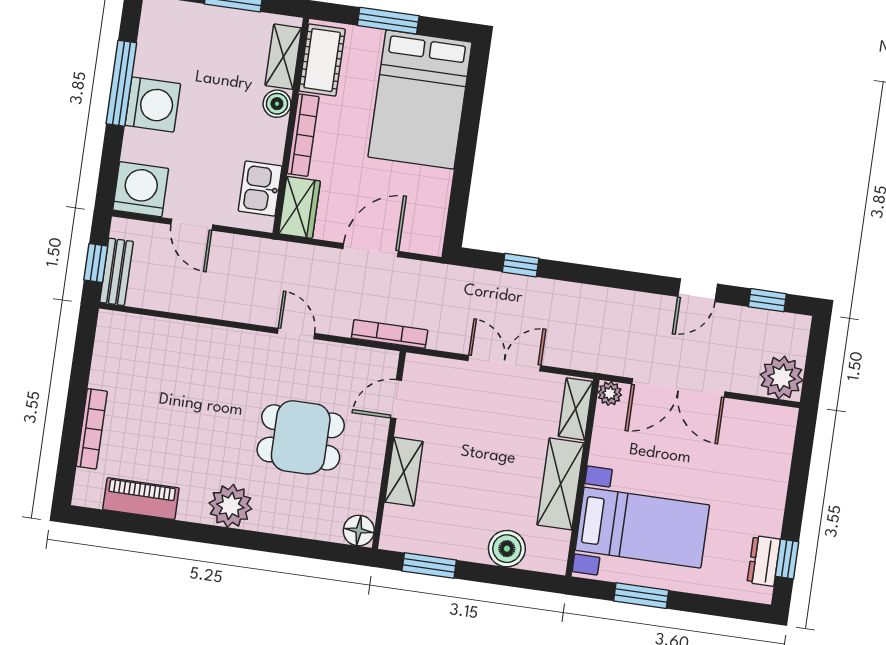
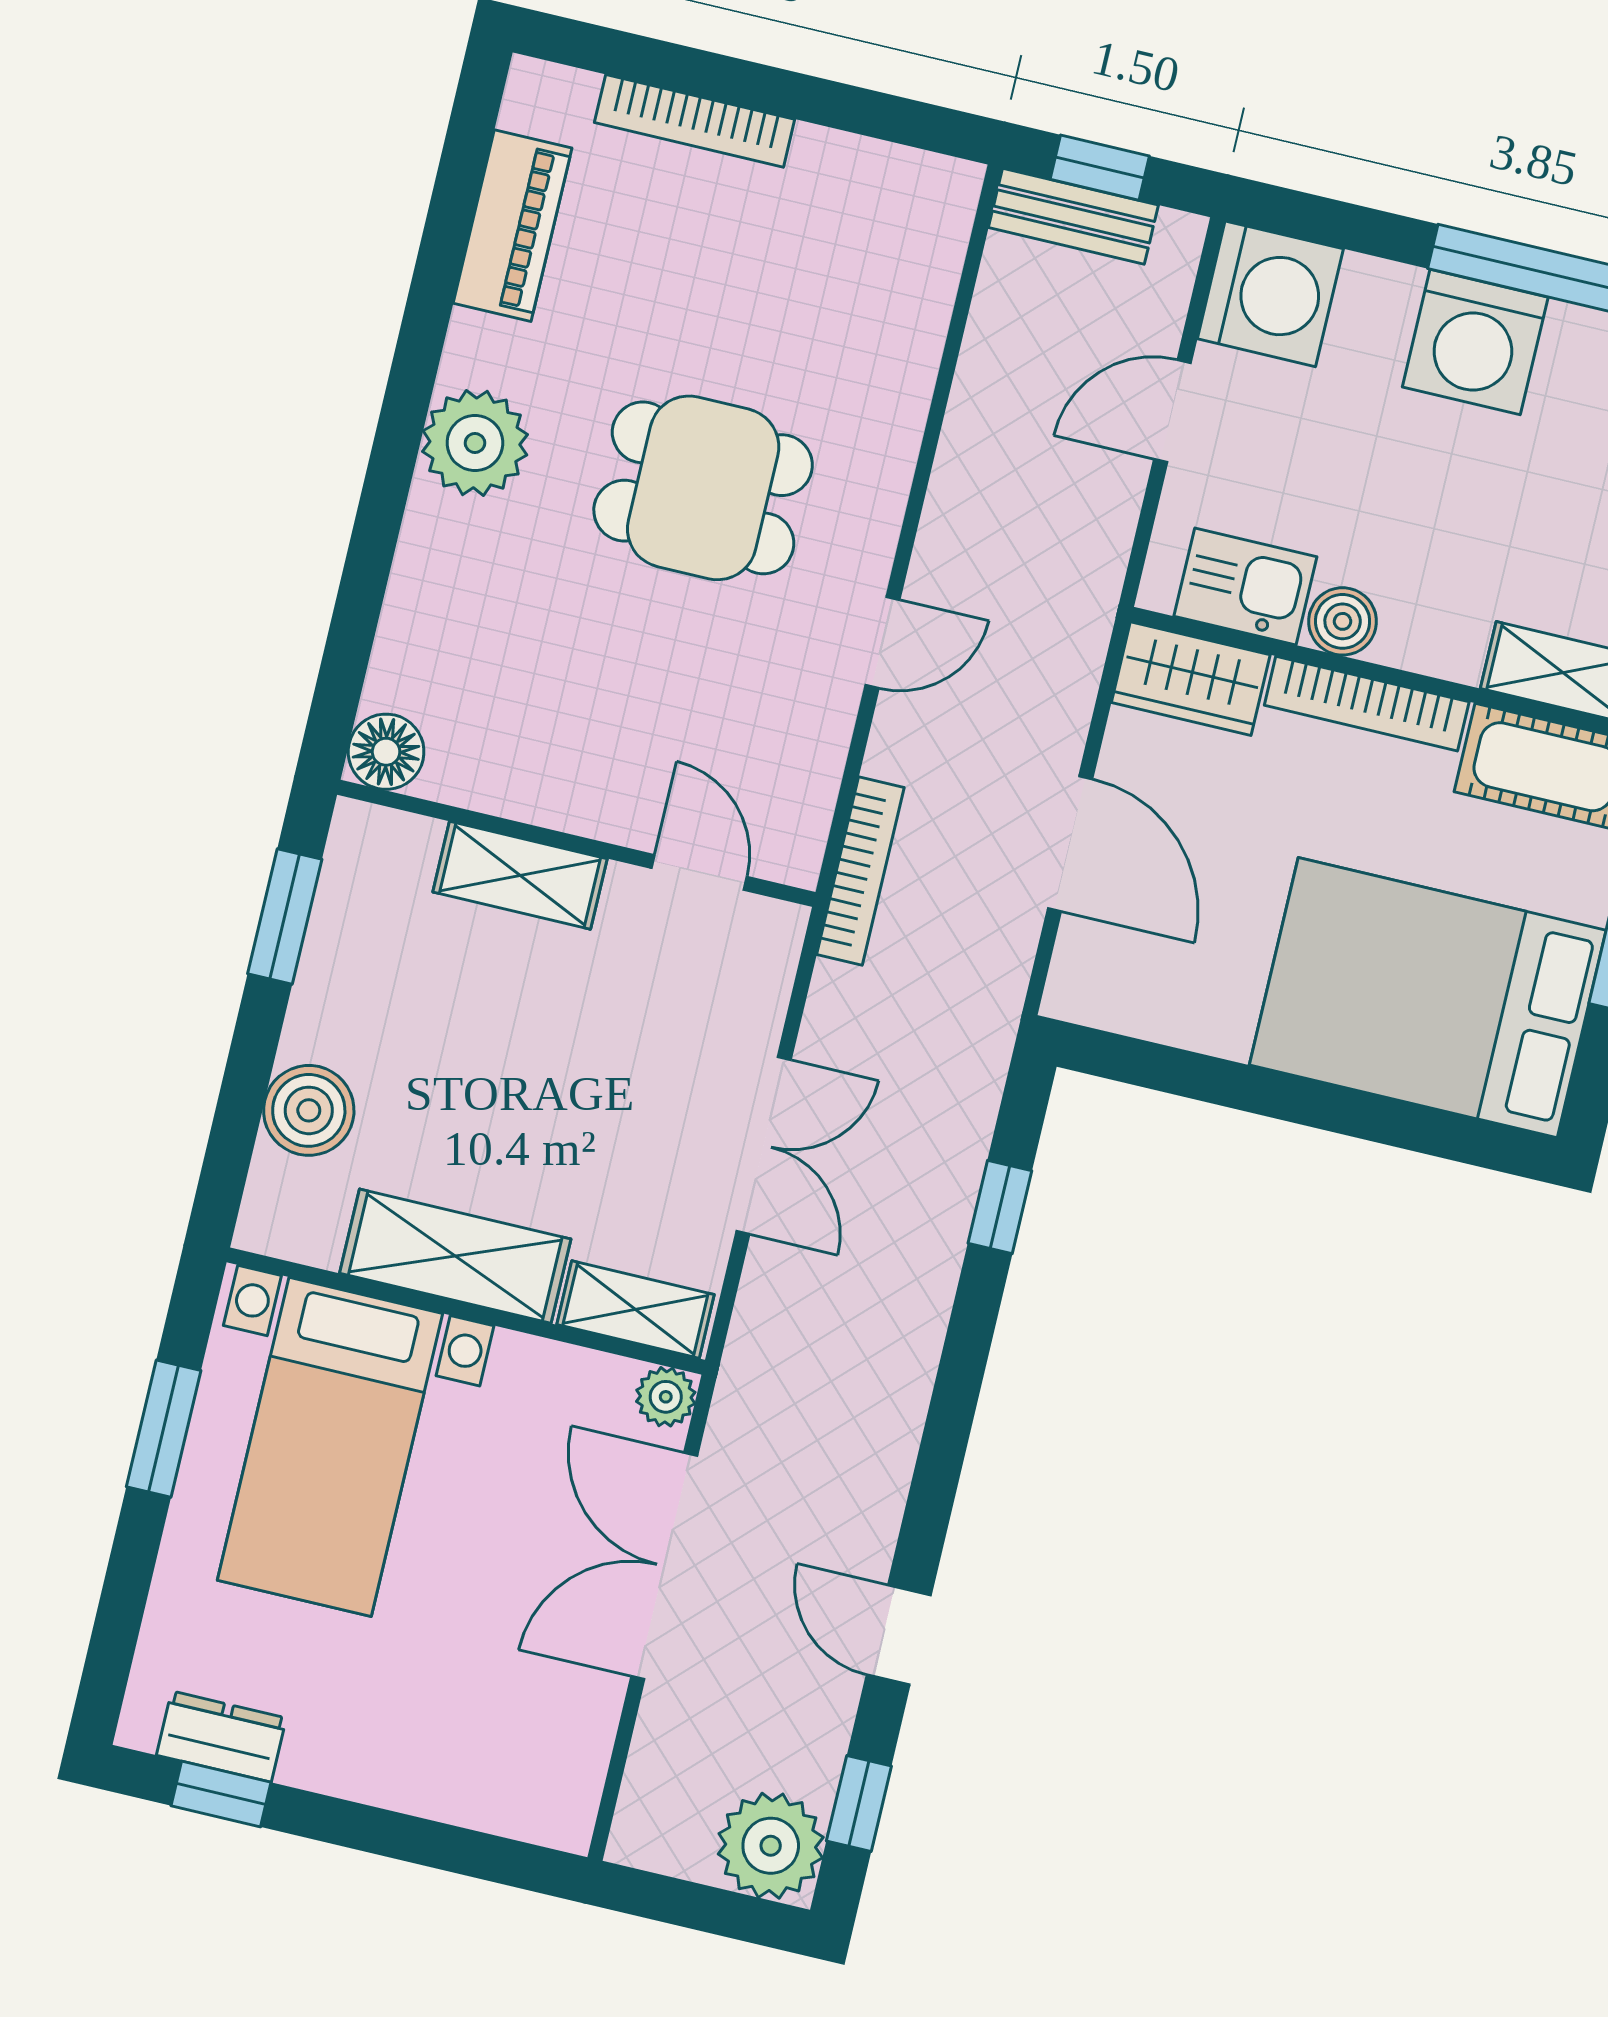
boiler: (277, 104) -> (1343, 621), moved
plant: (782, 378) -> (771, 1846), moved
dining table: (301, 437) -> (703, 488), moved, turned 90

